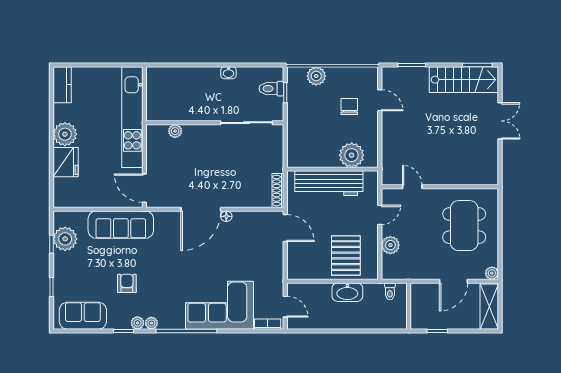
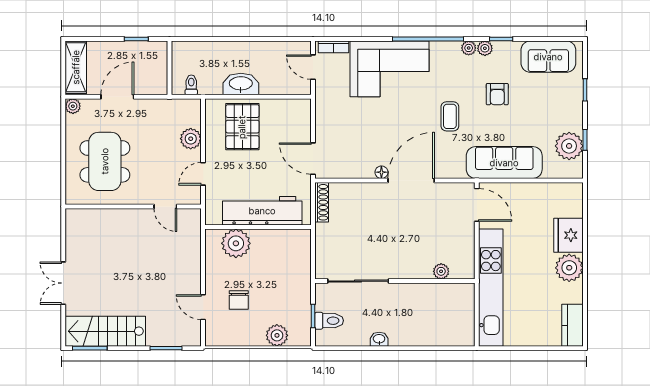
coffee table: (168, 264) -> (450, 116), added

